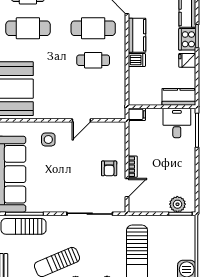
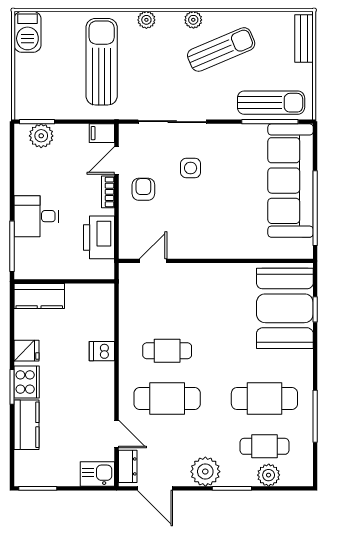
kitchen counter: (137, 35) -> (102, 388), removed
filing cabinet: (137, 114) -> (102, 133), moved
door: (81, 120) -> (153, 261), moved
desk: (177, 123) -> (36, 216), moved, turned 90
printer: (139, 136) -> (99, 237), added
side table: (48, 139) -> (191, 168), moved

